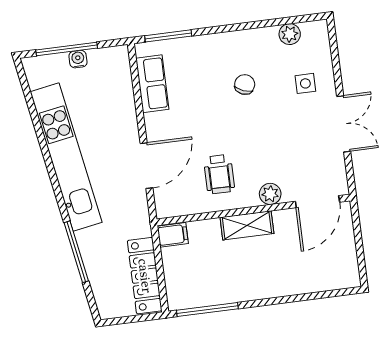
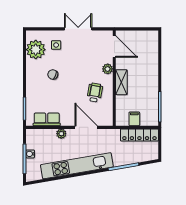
plant: (290, 34) -> (36, 50), width x1.88, depth x1.88
plant: (127, 117) -> (61, 134), added
wheelchair: (219, 174) -> (95, 93), turned -80
filing cabinet: (173, 235) -> (134, 119), moved

